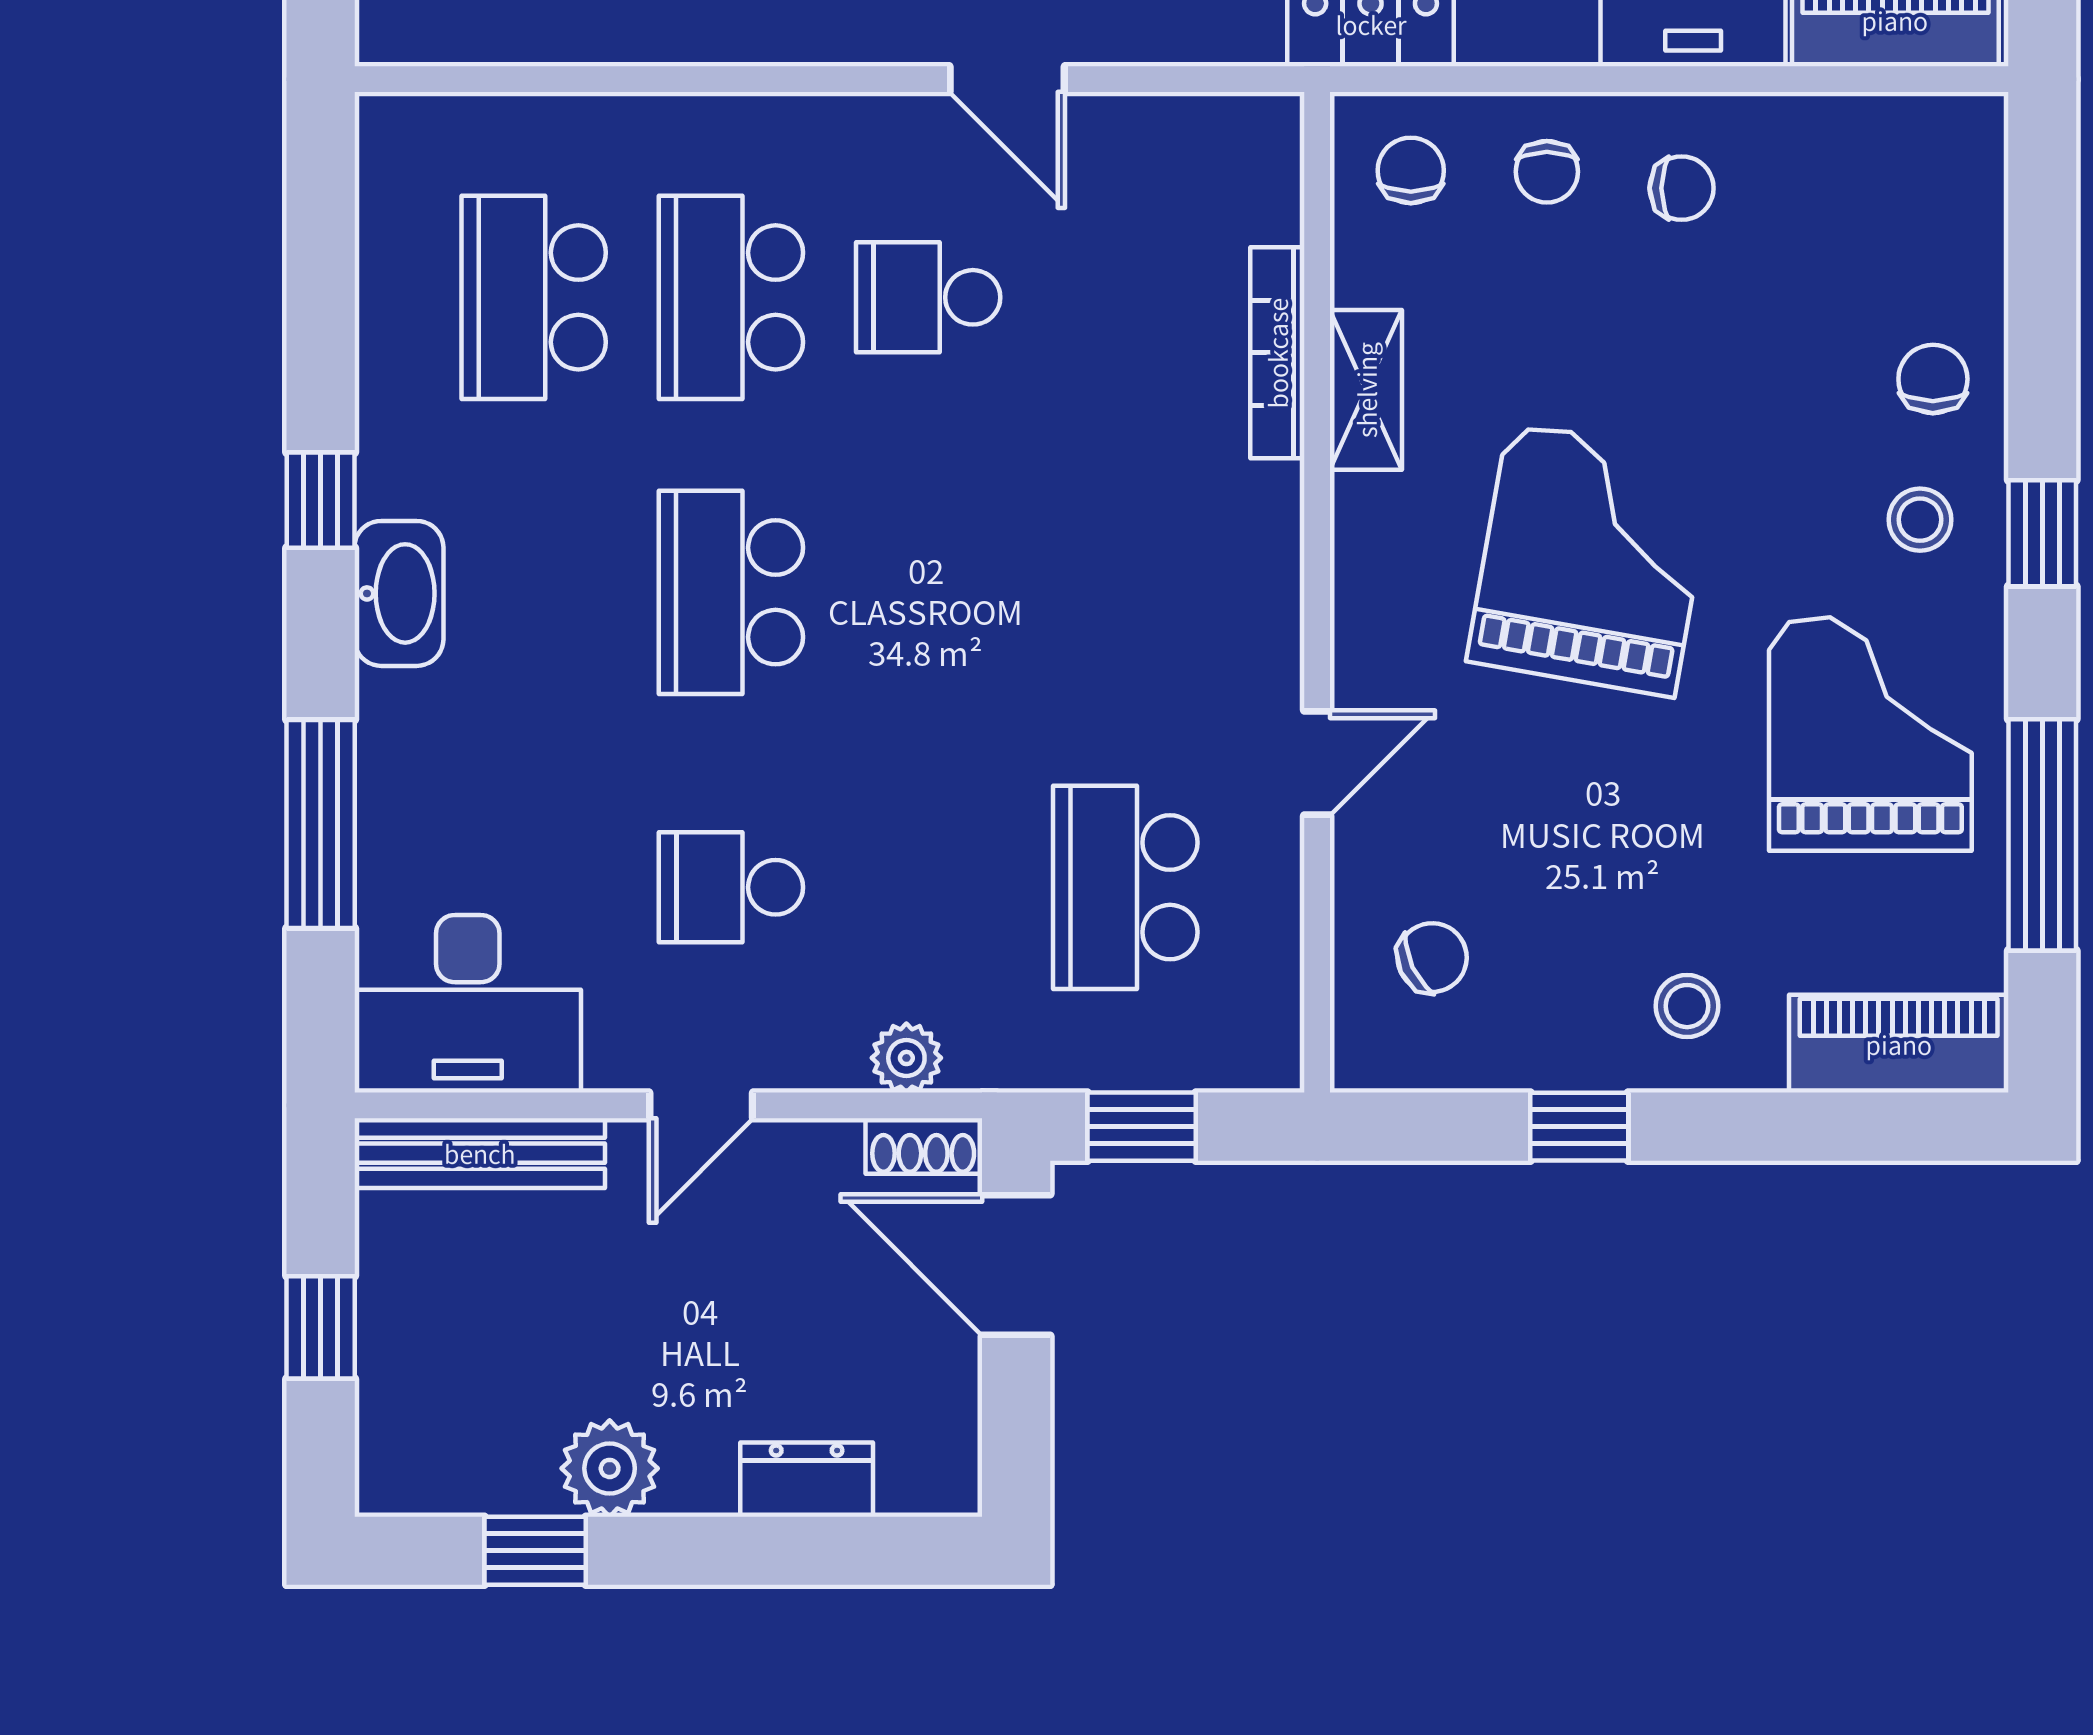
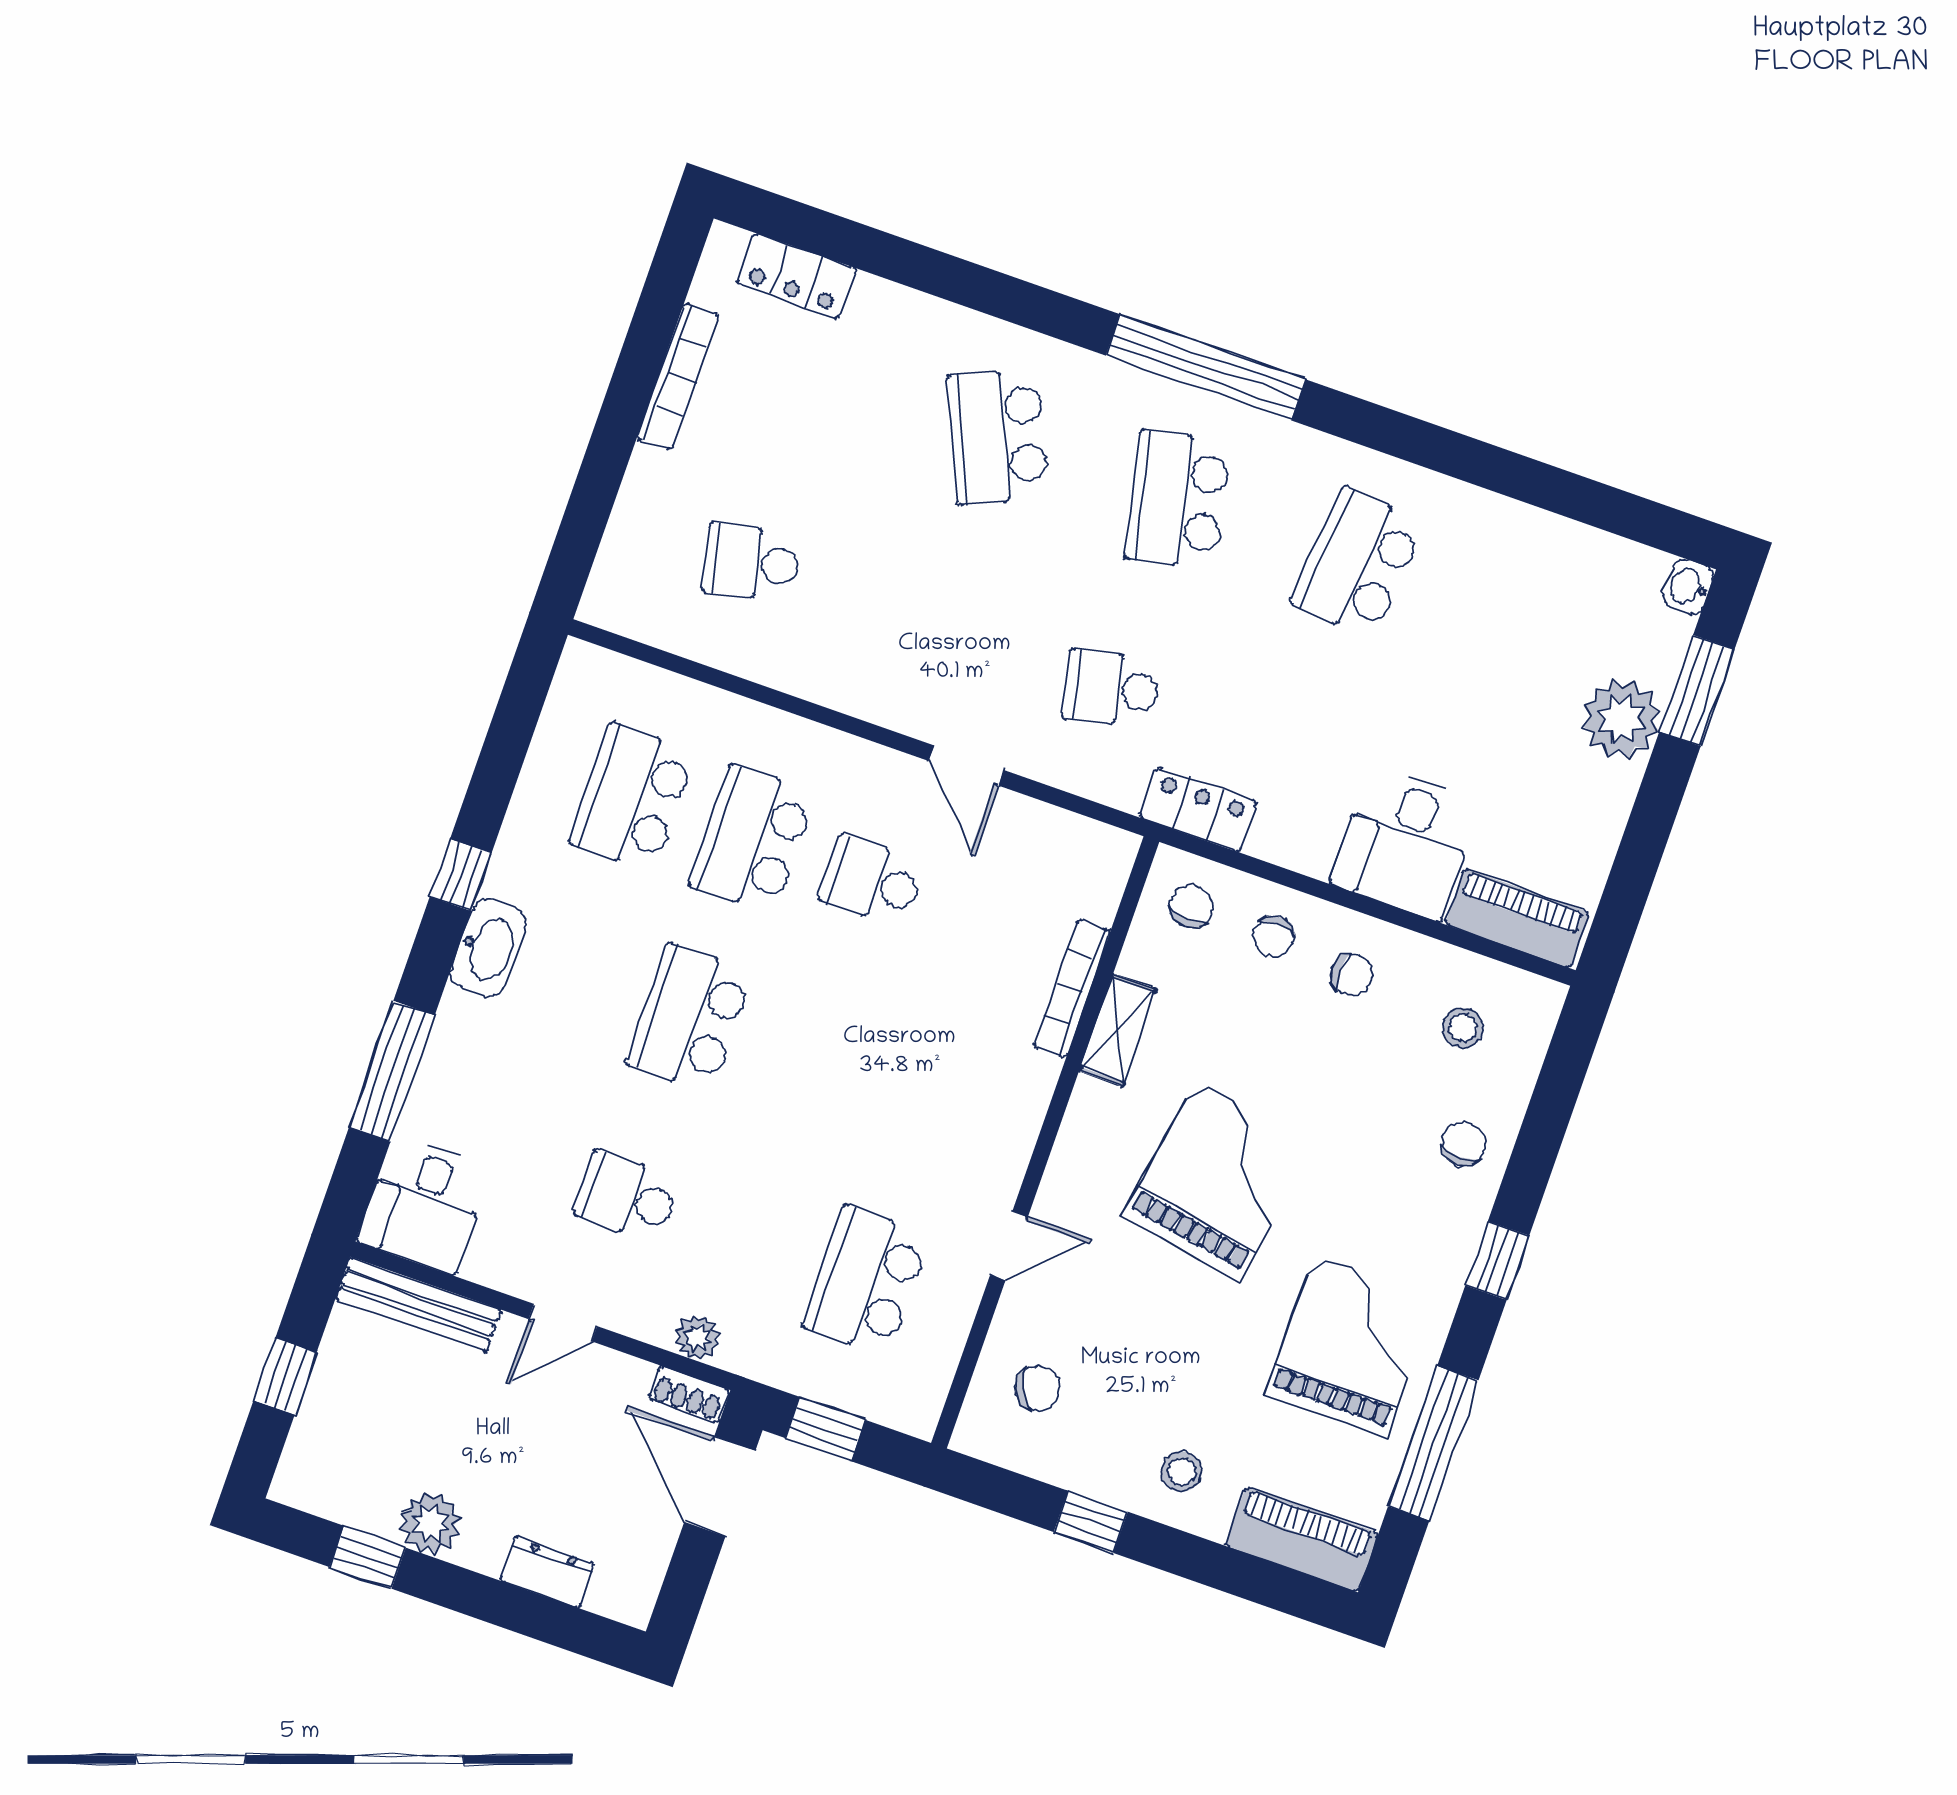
stool: (1920, 520) -> (1463, 1028), moved
desk: (468, 1004) -> (424, 1205), width x0.73

